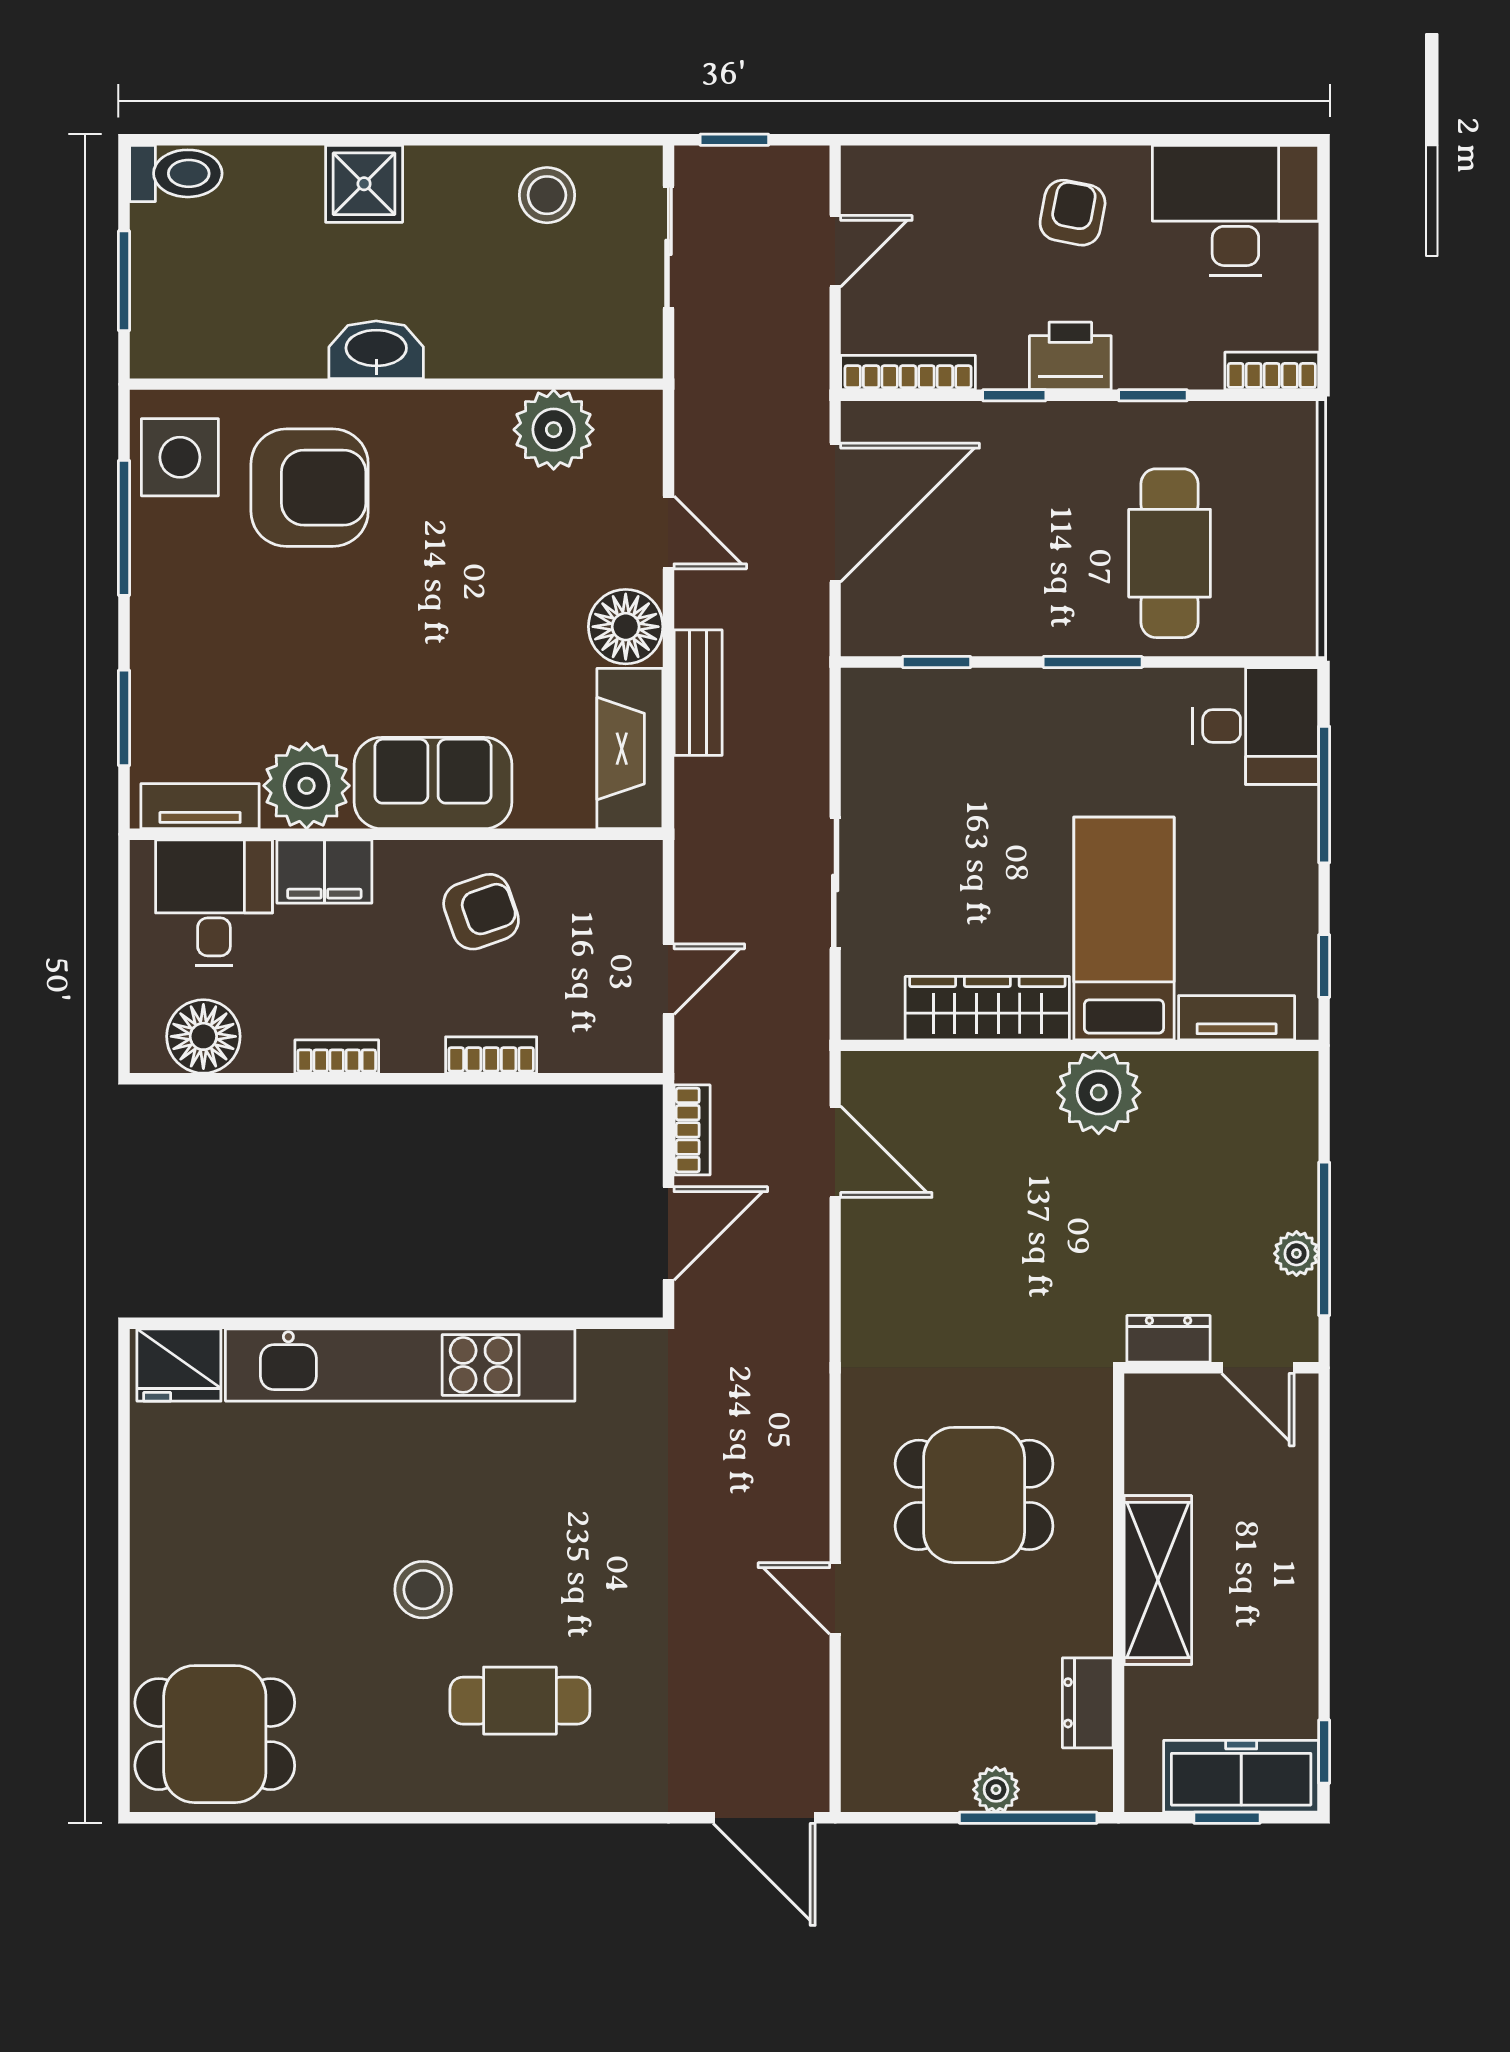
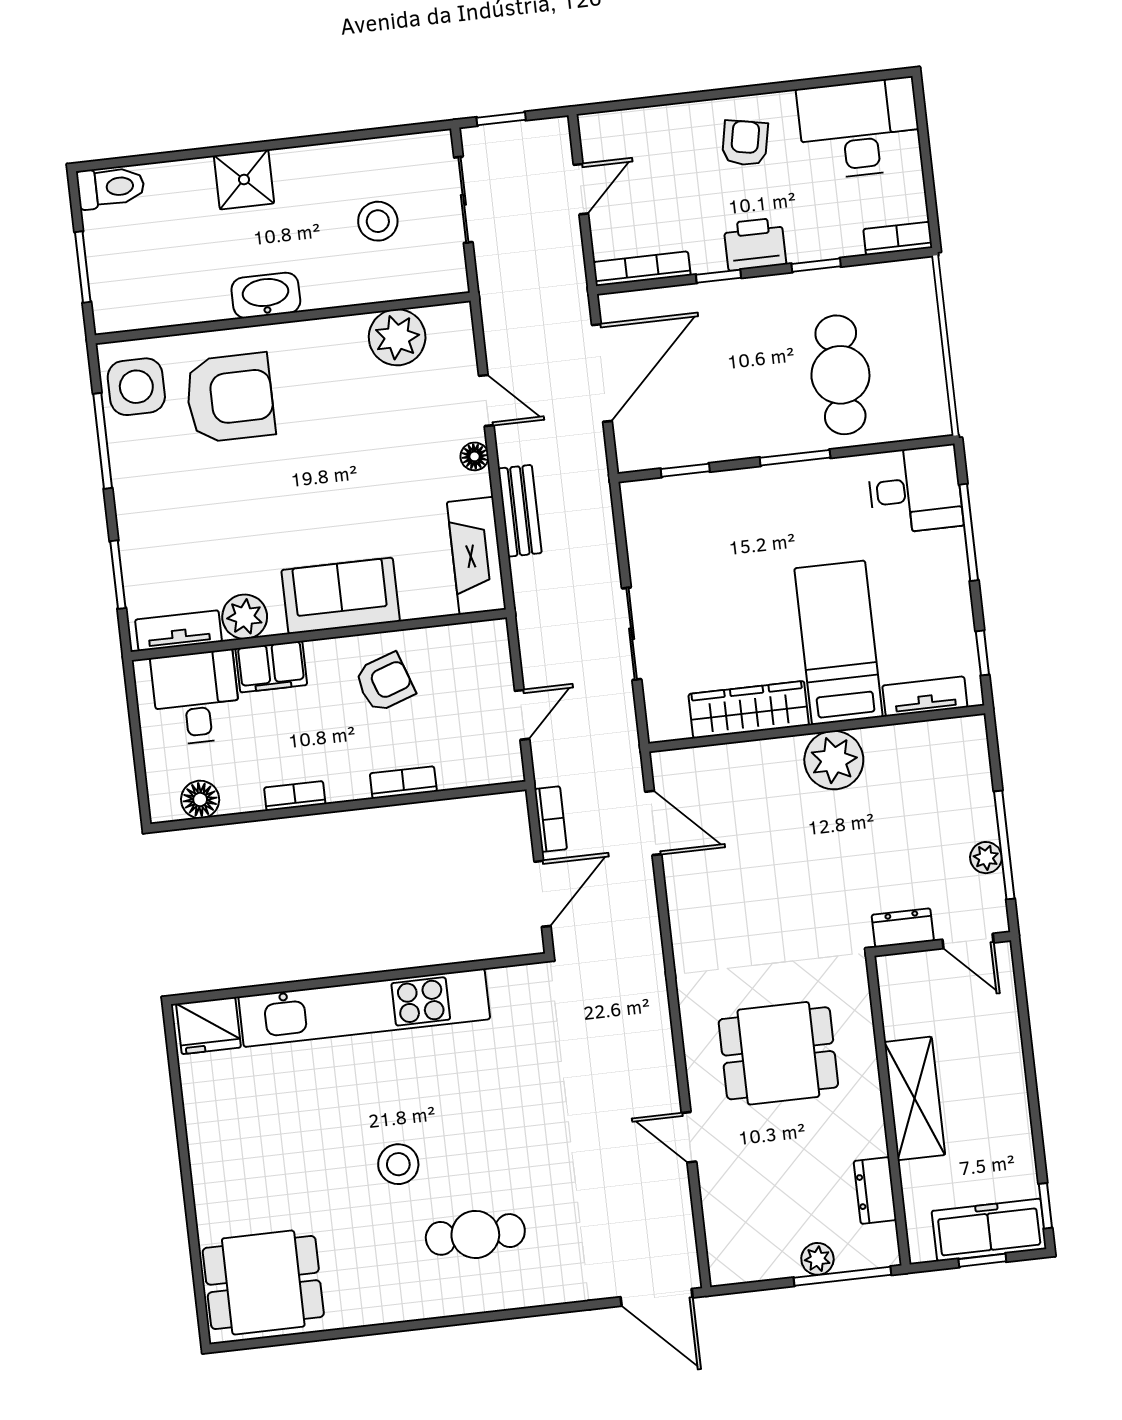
stool: (547, 195) -> (378, 221), moved
floor lamp: (626, 627) -> (475, 456), width x0.53, depth x0.53
plant: (307, 786) -> (245, 617), width x0.73, depth x0.73
floor lamp: (203, 1036) -> (200, 800), width x0.73, depth x0.73

